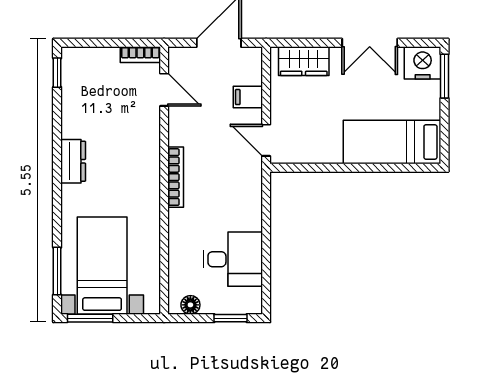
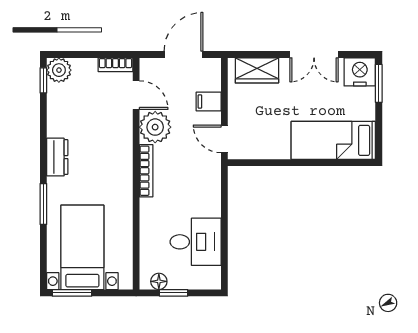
plant: (75, 61) -> (59, 70), added
plant: (186, 127) -> (155, 127), added
window: (57, 271) -> (43, 204), moved
window: (230, 318) -> (174, 293), moved

